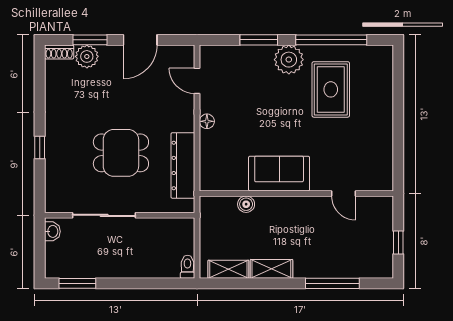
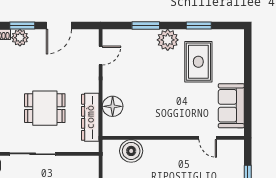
window: (331, 40) -> (199, 26), width x0.47
door: (197, 81) -> (101, 55), swing flipped
floor lamp: (207, 121) -> (113, 106), moved, width x1.89, depth x1.89
sofa: (279, 174) -> (231, 106), moved, turned -90
boiler: (246, 204) -> (131, 151), width x1.86, depth x1.86

